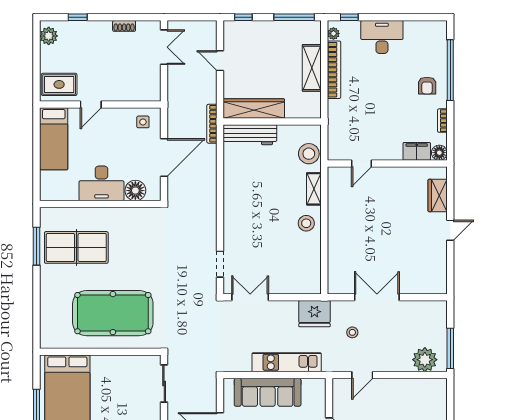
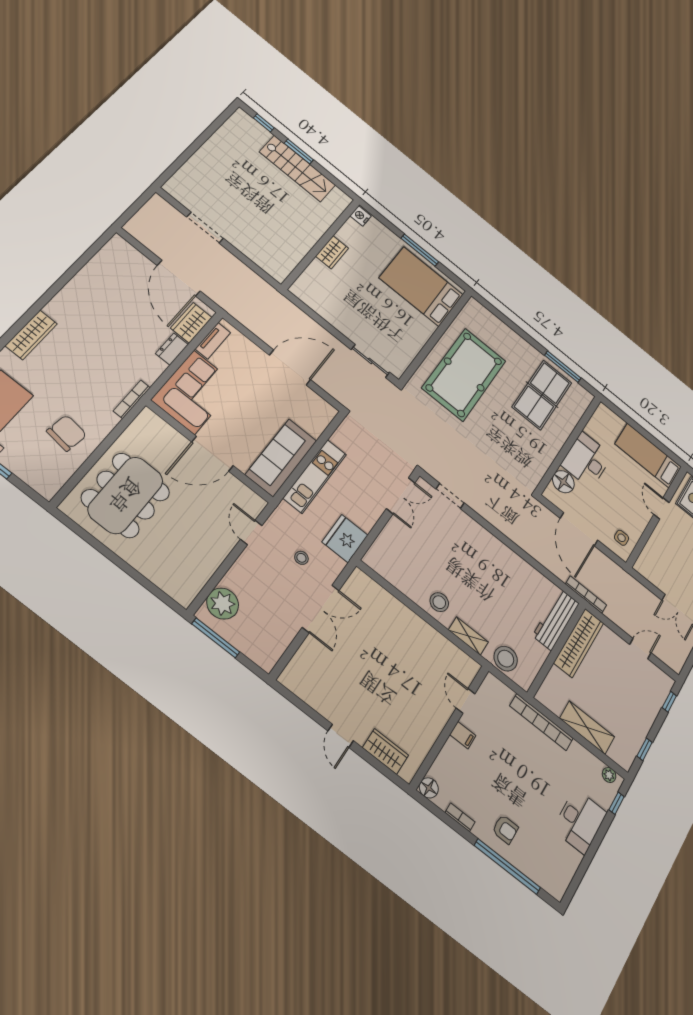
window: (294, 17) -> (645, 749), width x0.46
bookcase: (334, 70) -> (541, 722), moved
armchair: (427, 86) -> (505, 829), turned 180
filing cabinet: (417, 151) -> (463, 735), moved, width x0.50
sofa: (268, 392) -> (281, 458), moved

